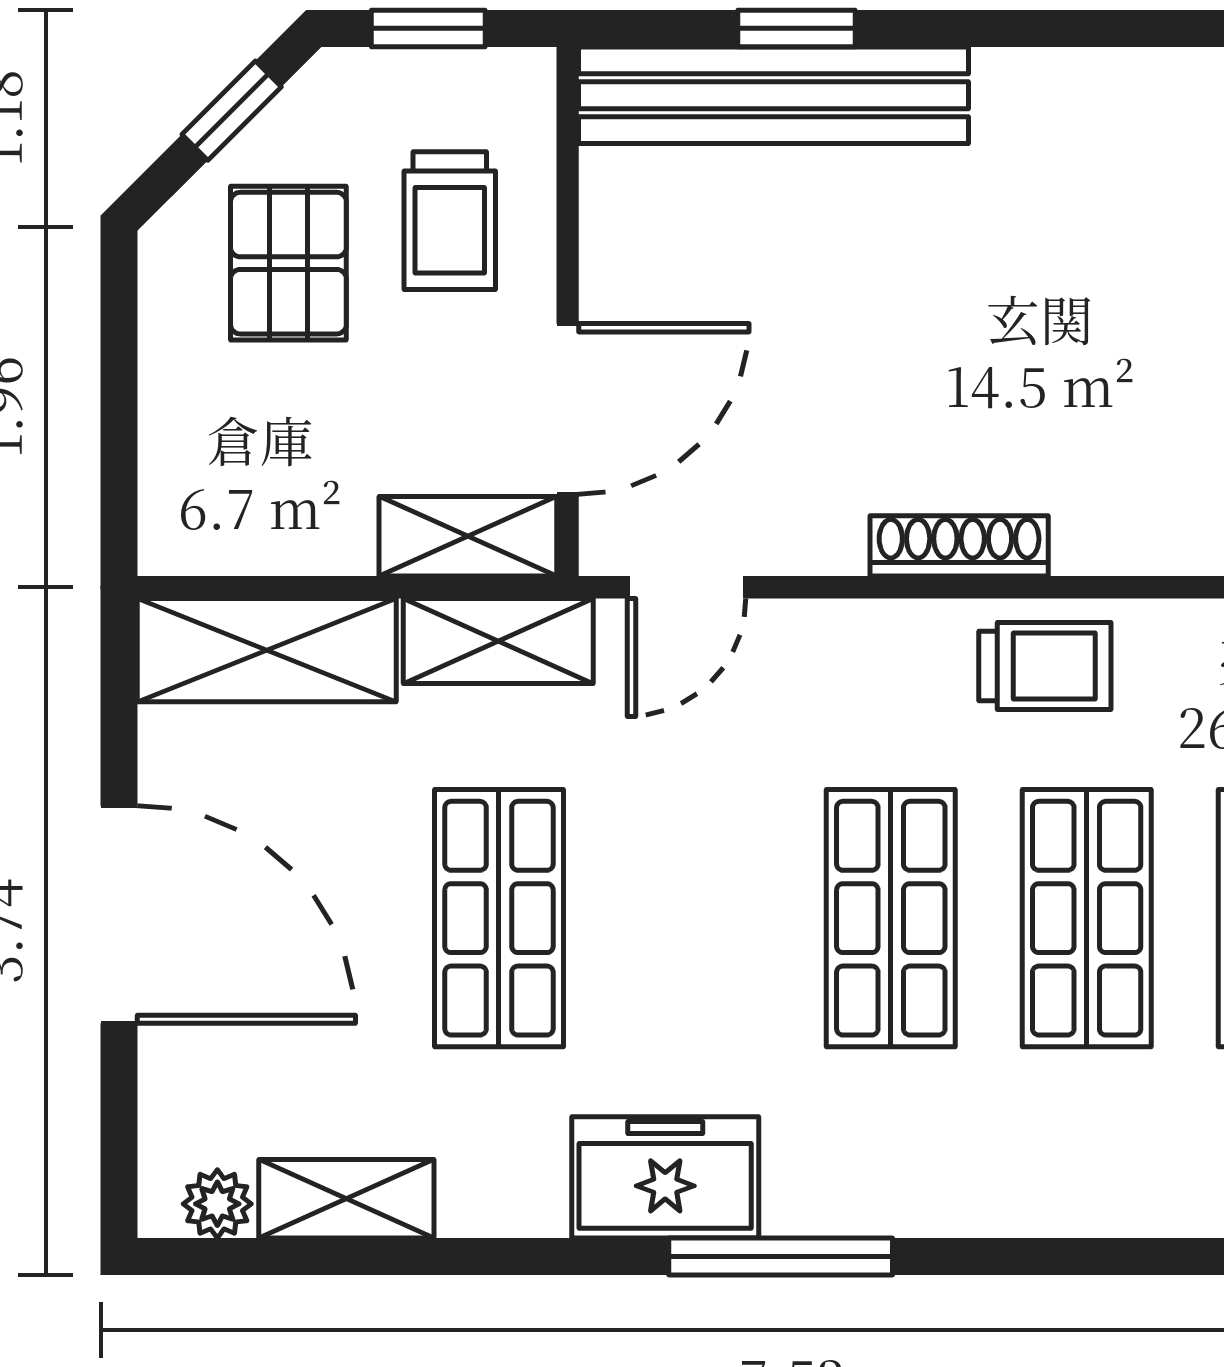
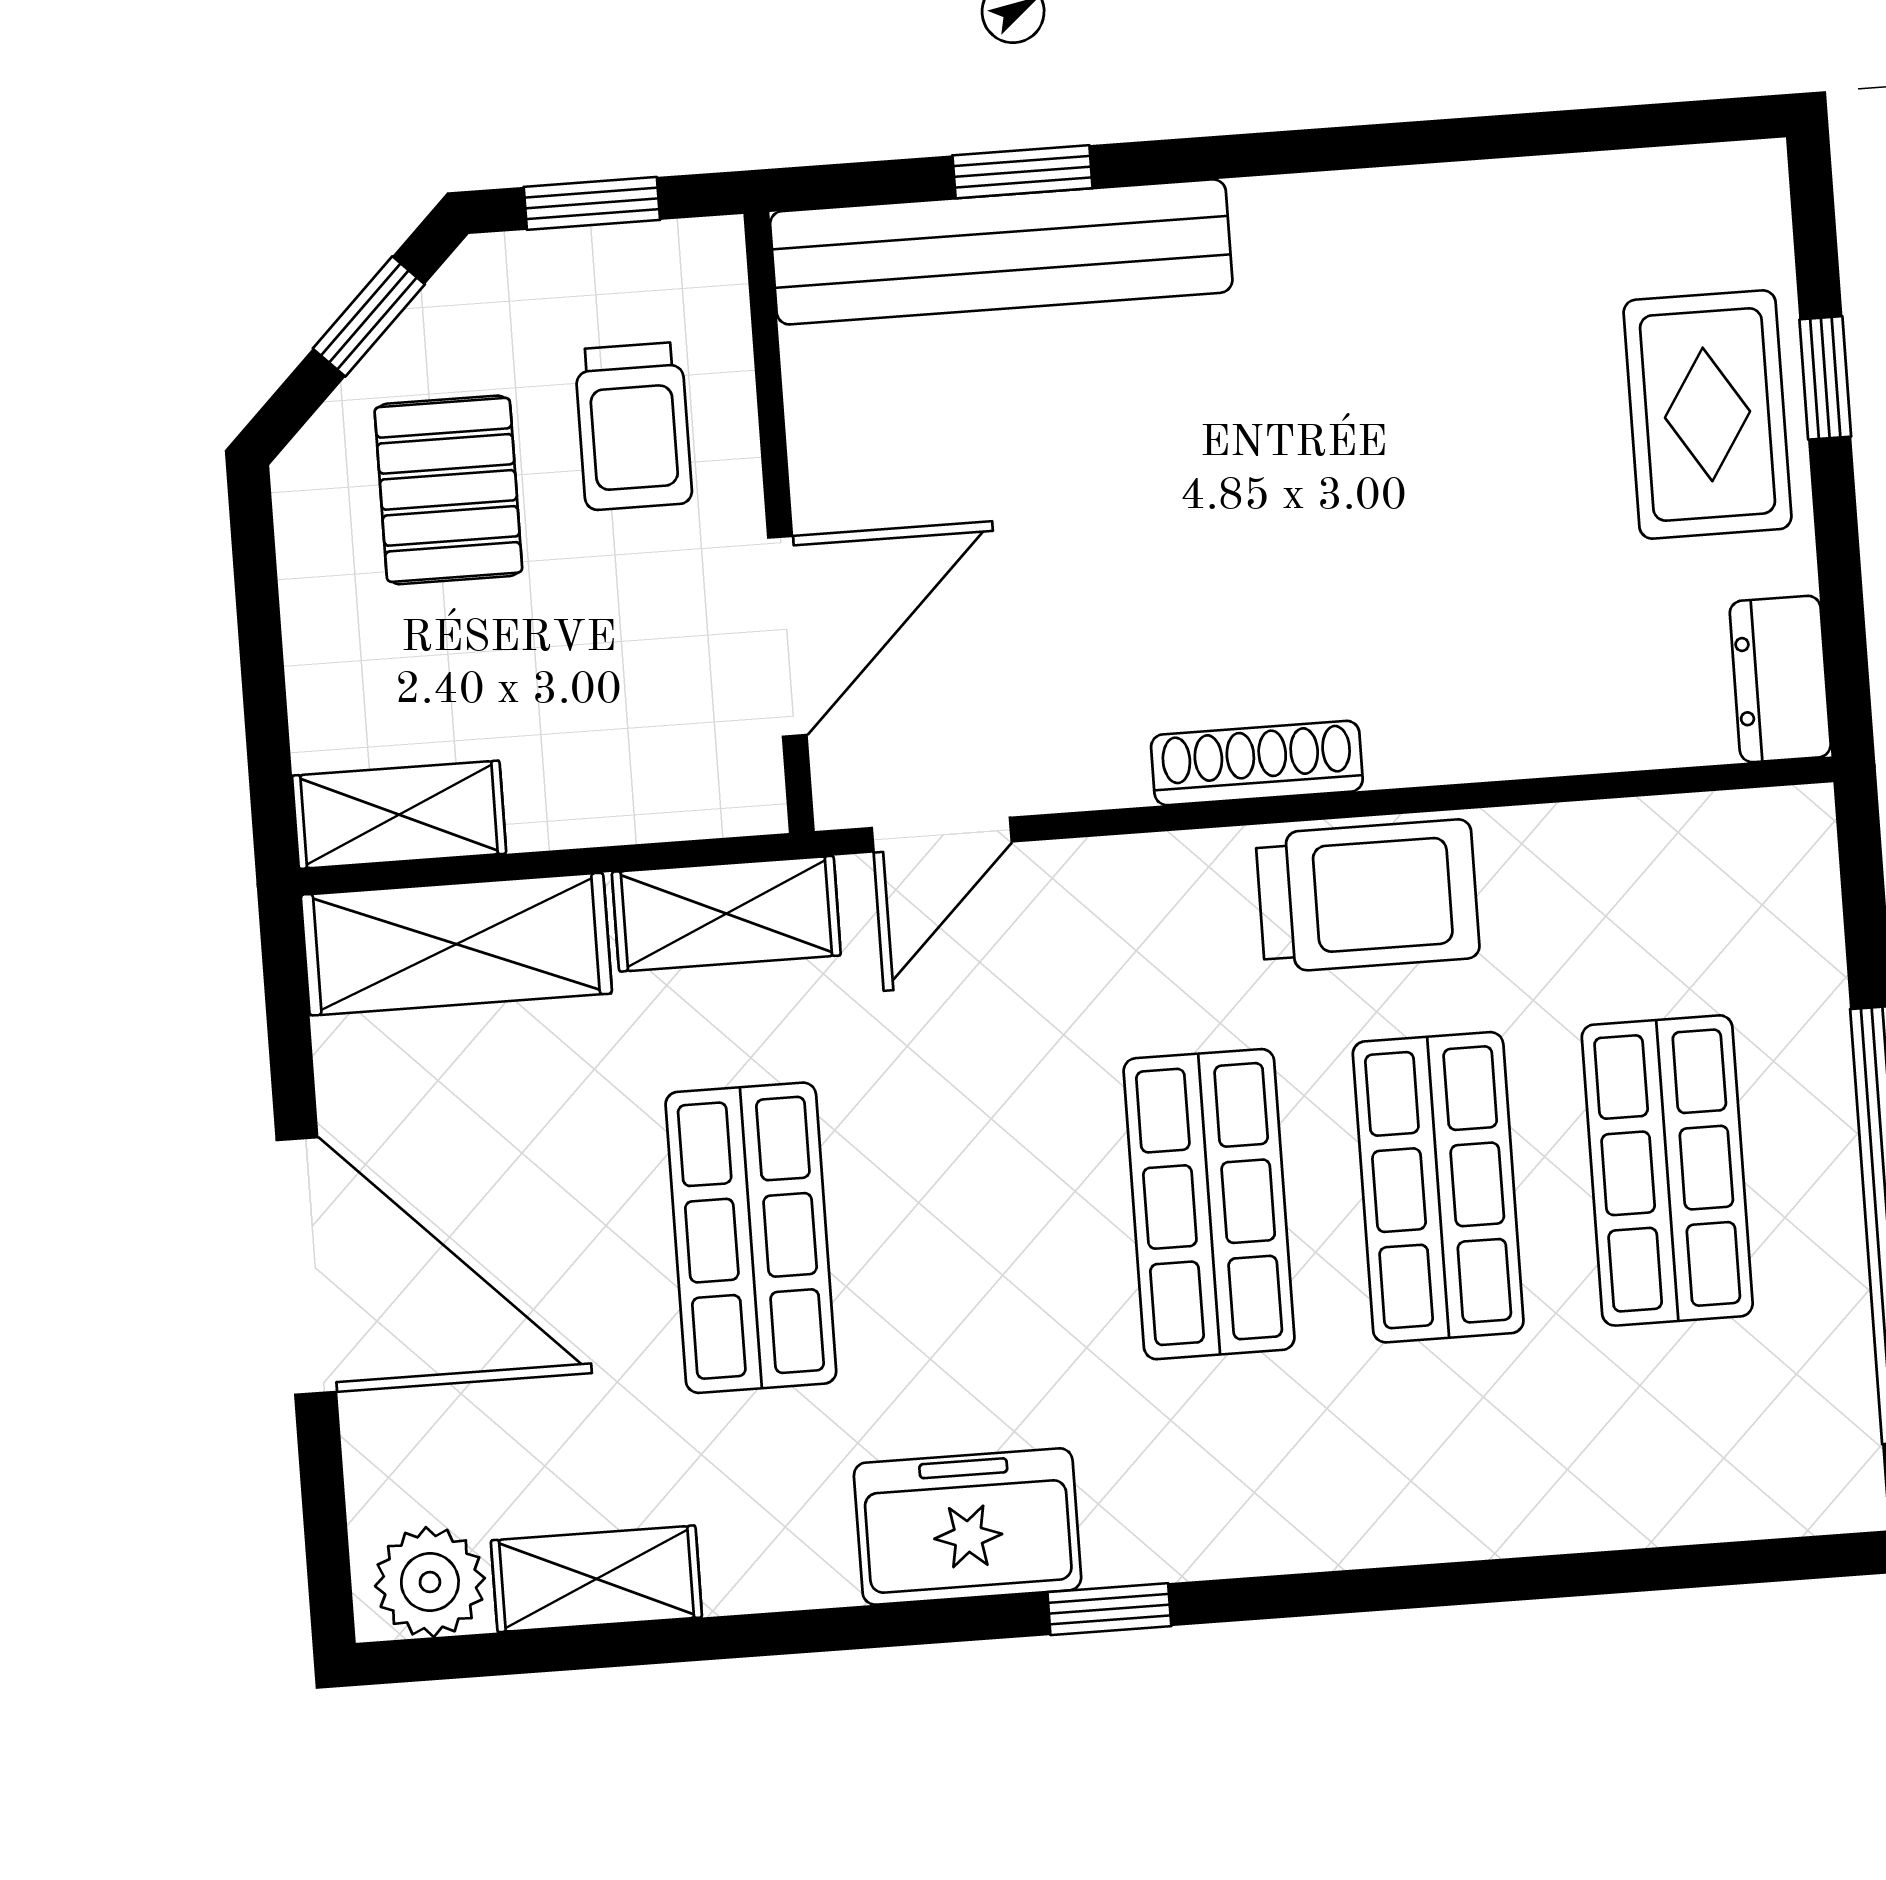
shelving: (468, 536) -> (399, 815), moved
trolley: (1045, 666) -> (1368, 896), width x1.36, depth x1.39
plant: (217, 1204) -> (430, 1582), width x1.38, depth x1.38
window: (781, 1256) -> (1109, 1609), width x0.46

